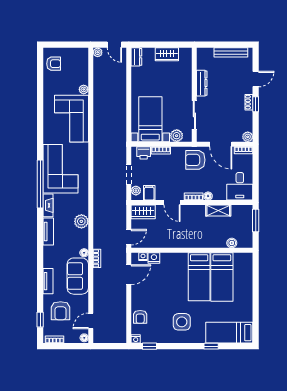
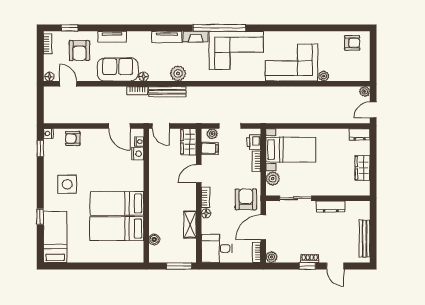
armchair: (54, 64) -> (352, 43), turned -90
bench: (98, 231) -> (167, 92), added
armchair: (61, 311) -> (79, 51), turned -90

